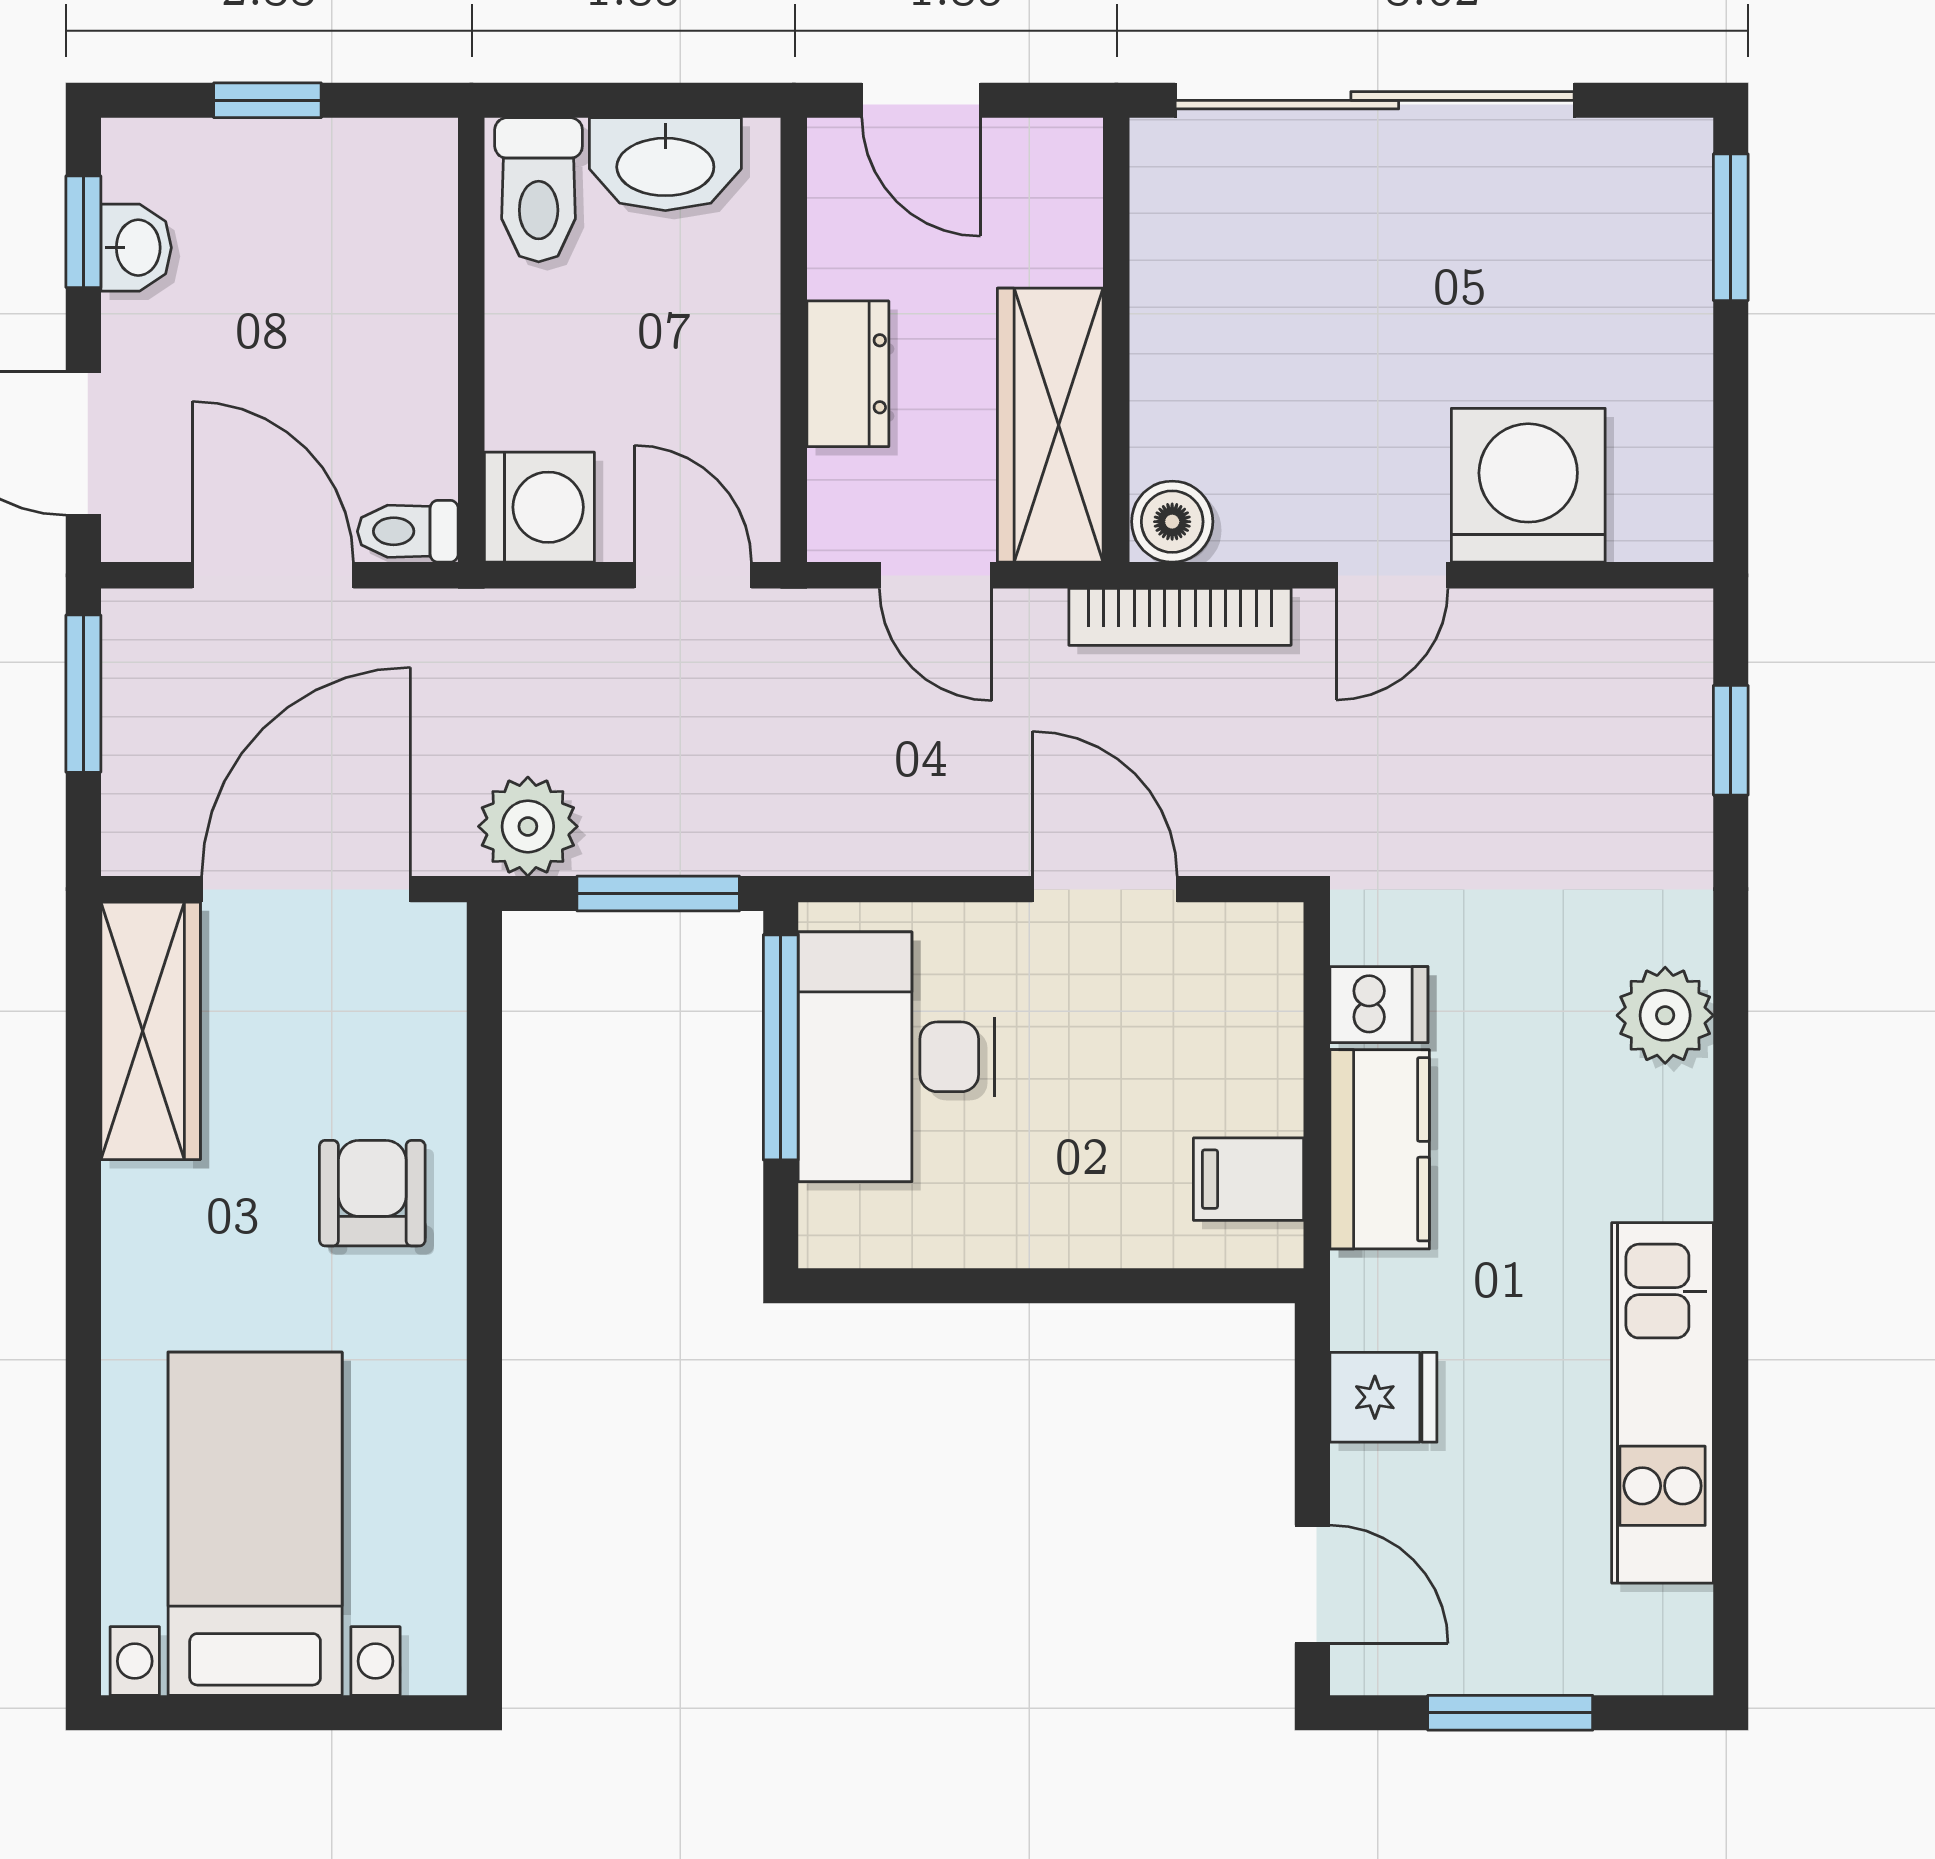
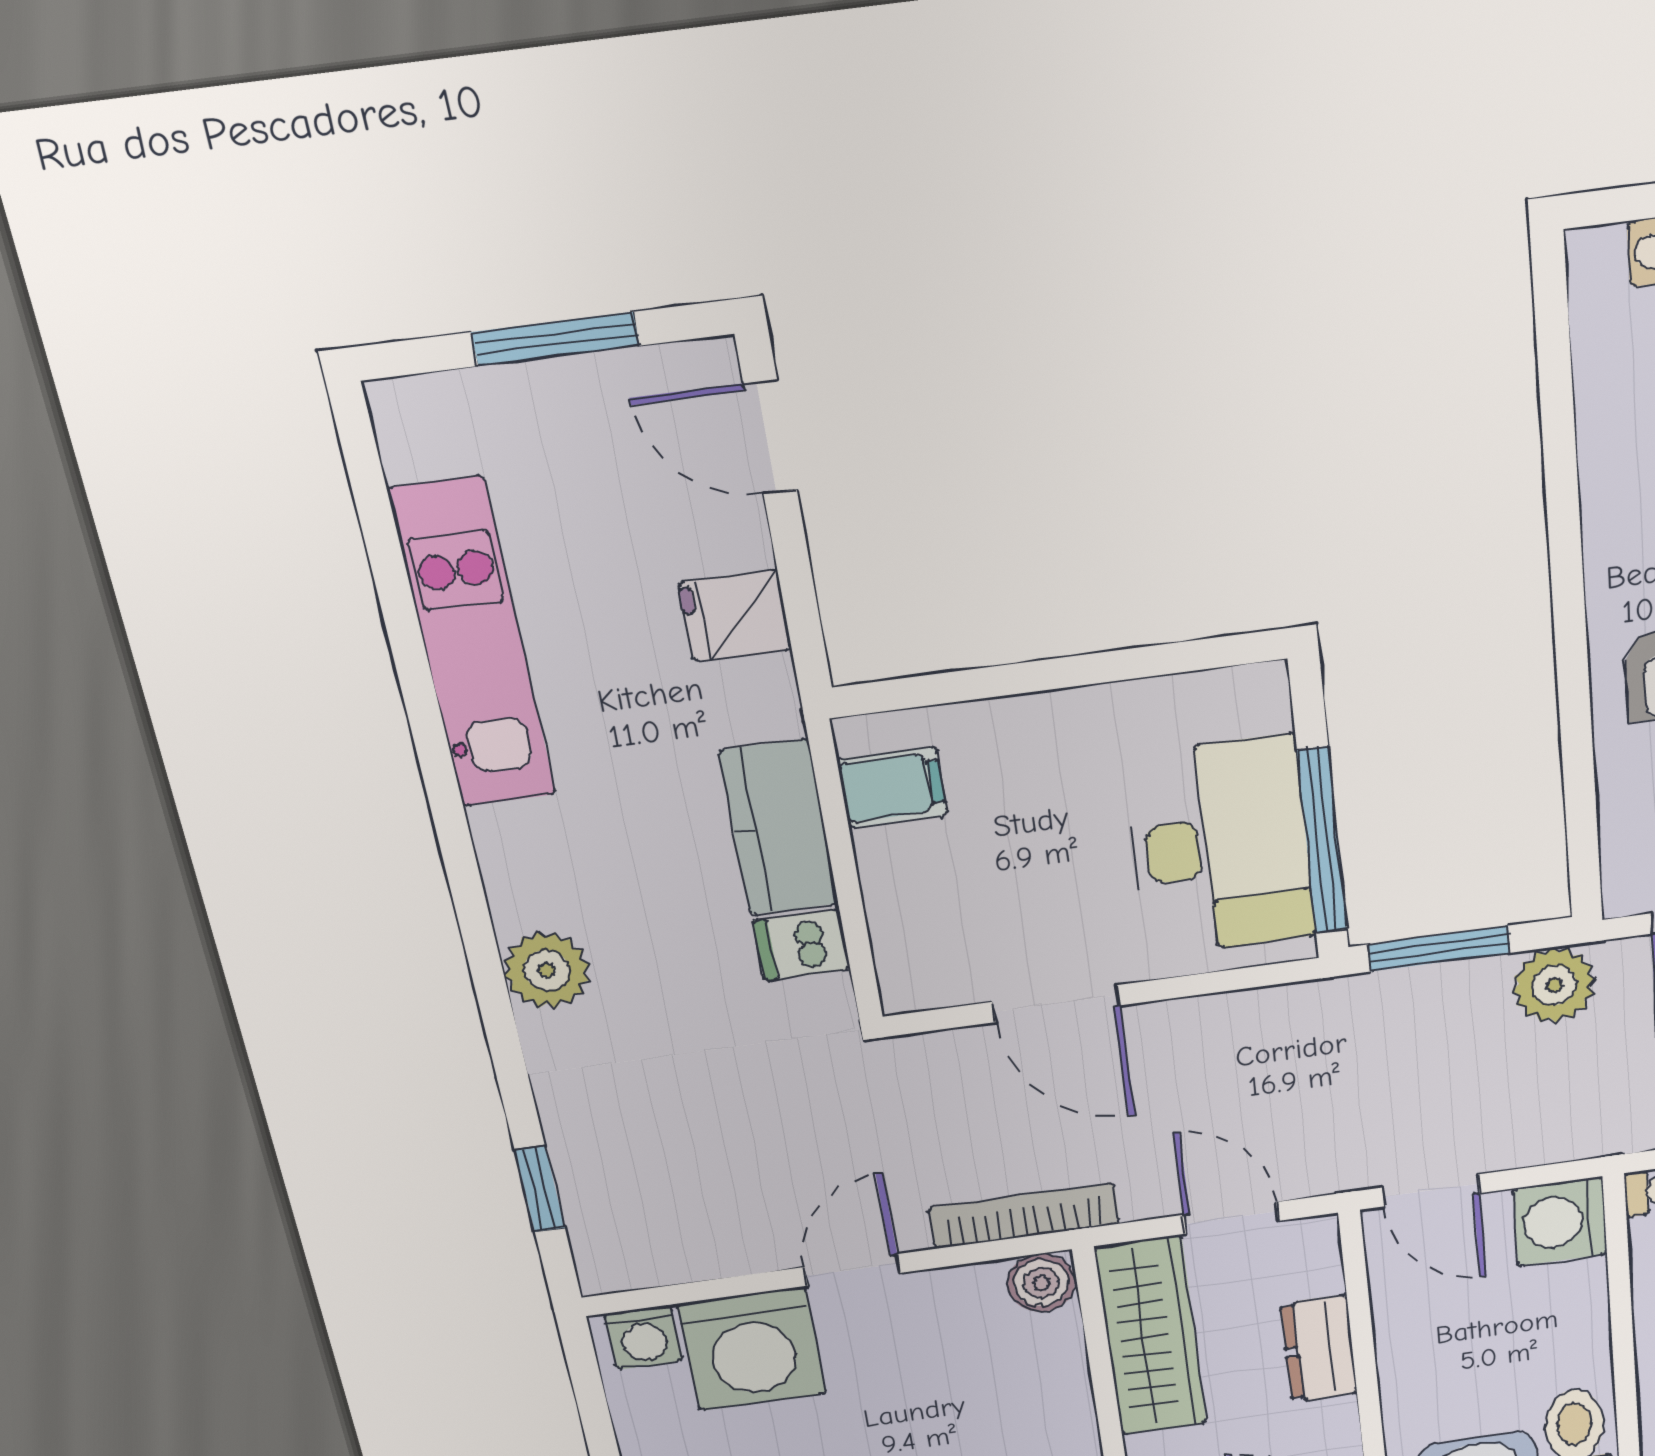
washing machine: (1652, 522) -> (644, 1337), added

